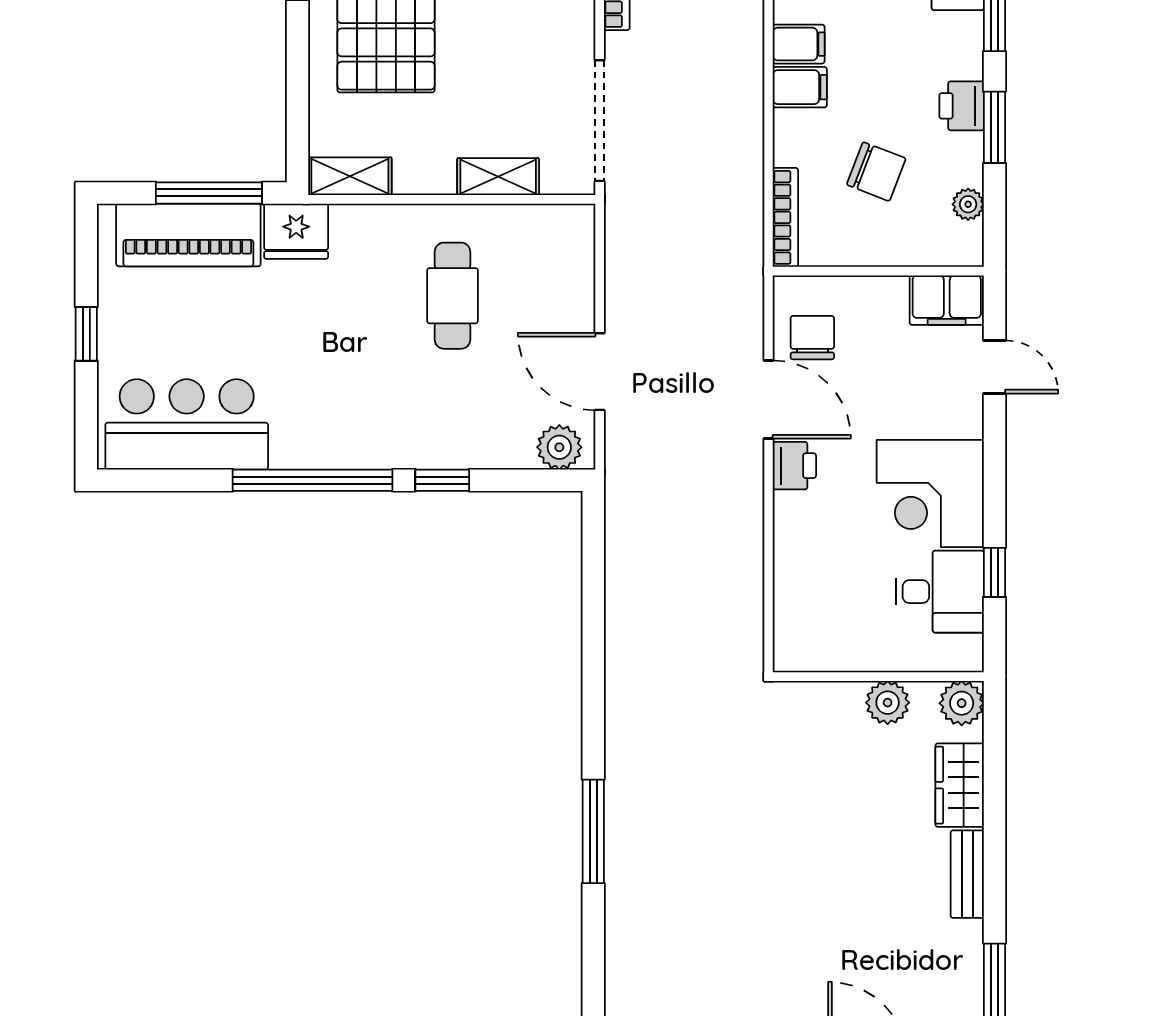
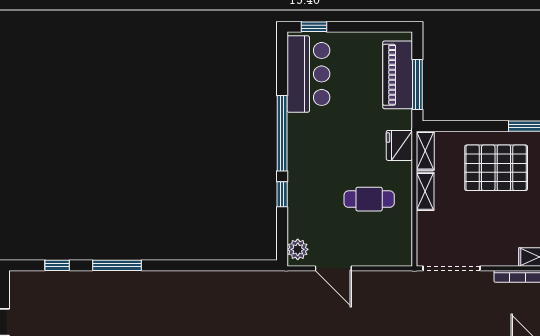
shelving: (498, 177) -> (425, 191), moved
fridge: (296, 231) -> (399, 145), moved
window: (86, 334) -> (314, 27), moved
door: (600, 372) -> (333, 268), swing flipped
window: (593, 959) -> (57, 265), added

